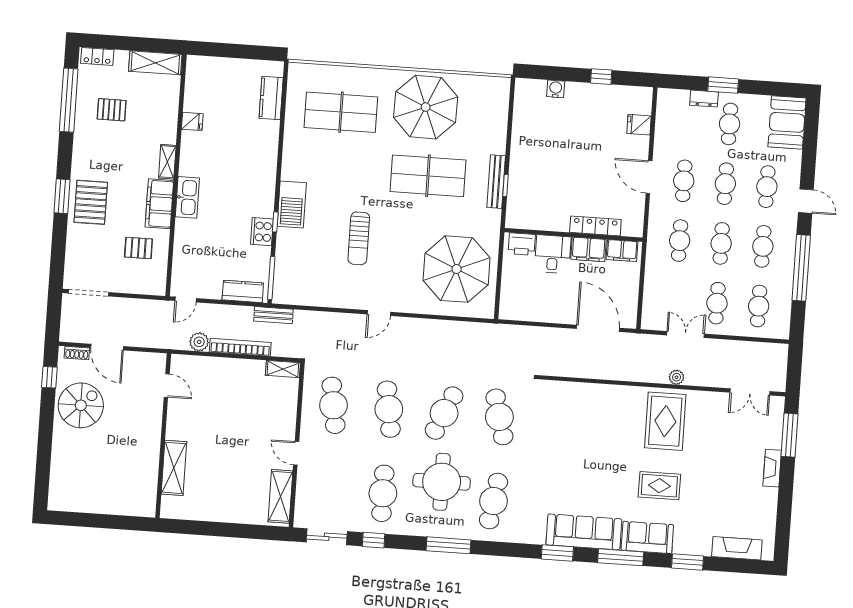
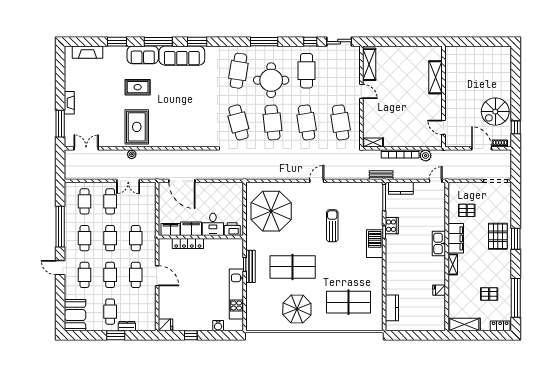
parasol: (426, 107) -> (297, 309), width x0.73, depth x0.73
fridge: (639, 125) -> (166, 325), moved
kitchen unit: (522, 138) -> (236, 294), added
cafe table: (444, 413) -> (273, 122), turned -30

